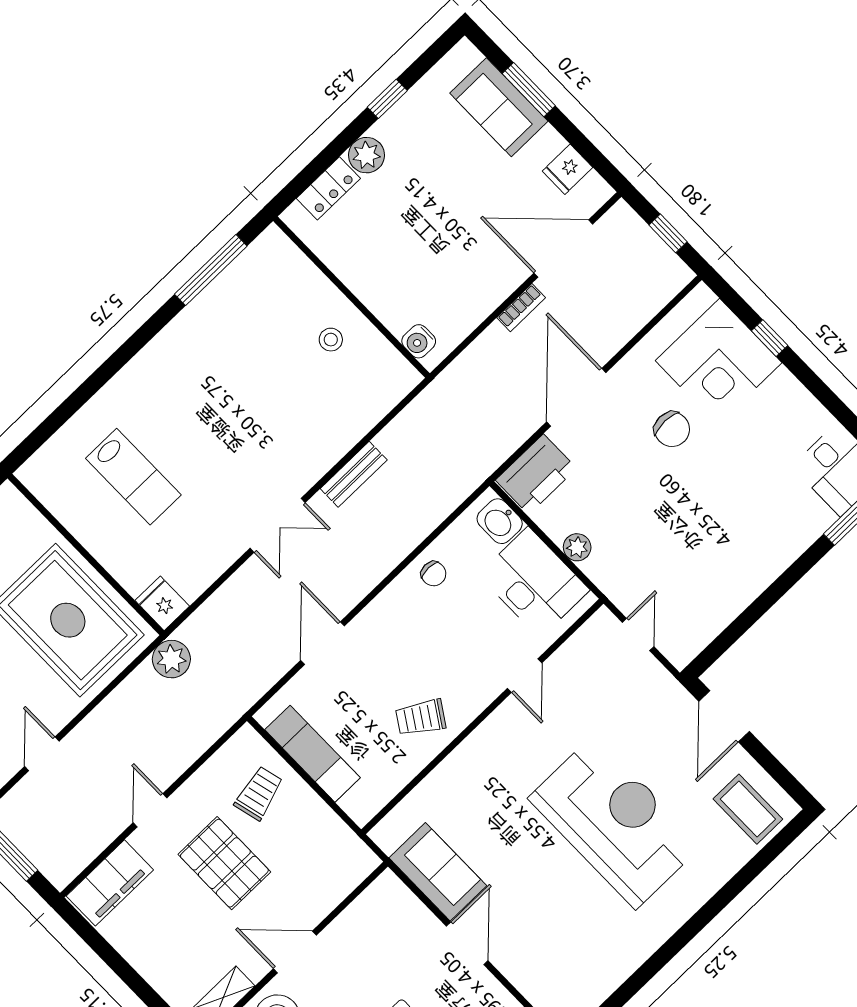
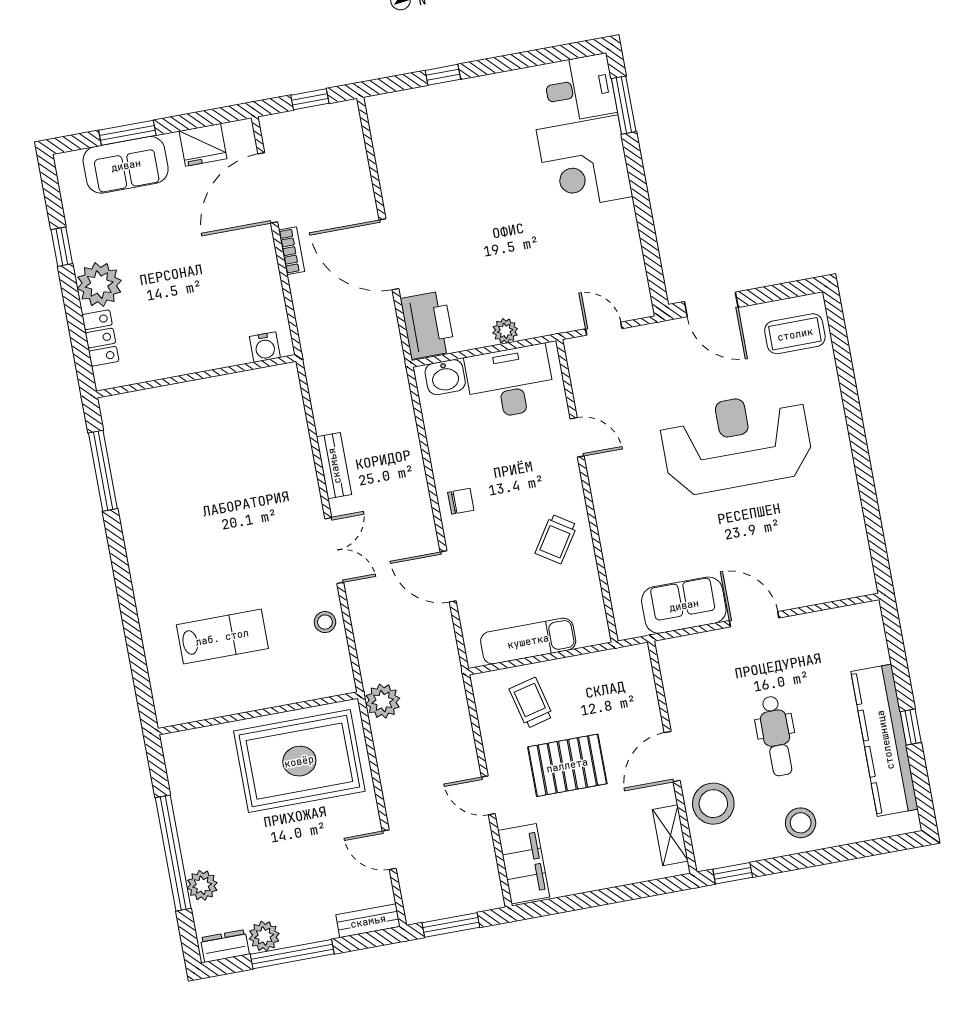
plant: (366, 155) -> (99, 285), width x1.36, depth x1.36
fridge: (568, 169) -> (203, 145), width x1.38
stool: (331, 340) -> (325, 622), moved
corner desk: (719, 362) -> (585, 163), moved, turned 90
chair: (672, 429) -> (463, 197), removed
chair: (434, 574) -> (461, 501), moved
fridge: (162, 603) -> (335, 680), removed

